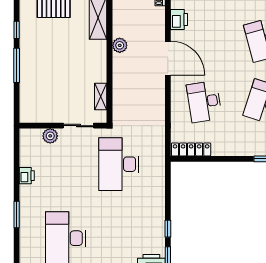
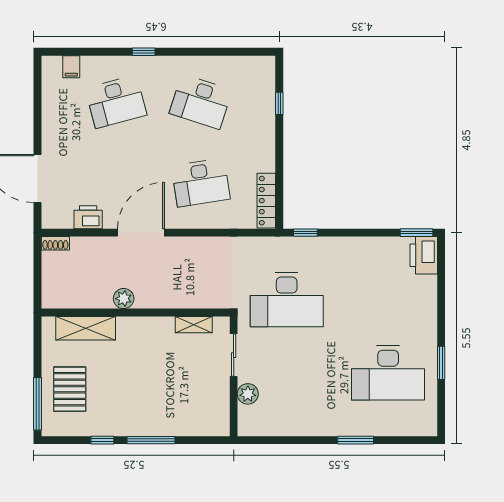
printer: (27, 176) -> (302, 426), removed
window: (168, 229) -> (305, 233), moved

